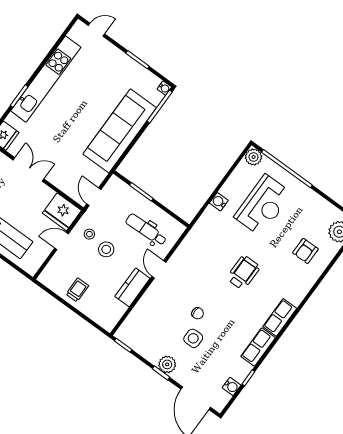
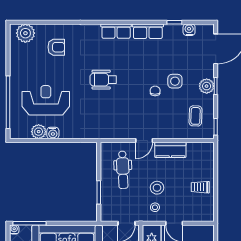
plant: (254, 157) -> (39, 132), moved
water cooler: (219, 202) -> (53, 133), moved
coffee table: (147, 334) -> (196, 116), added

